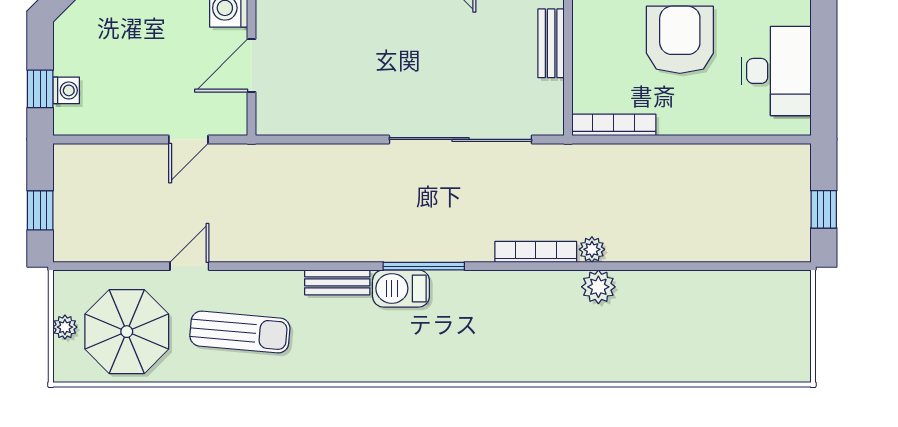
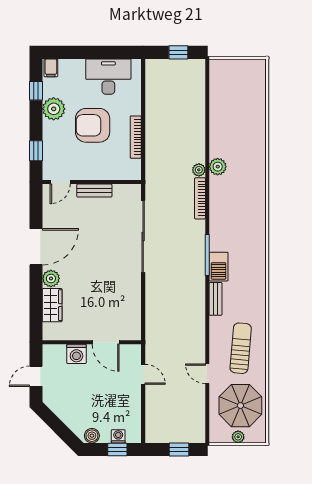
boiler: (67, 38) -> (92, 436), added
bookcase: (614, 125) -> (136, 137), moved

